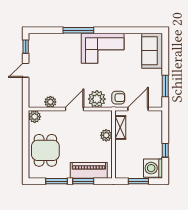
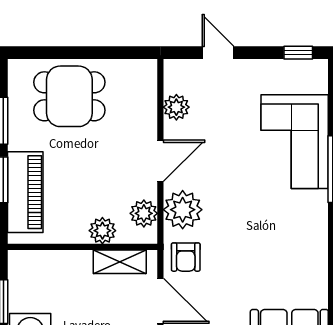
corner sofa: (103, 48) -> (295, 142), moved
door: (26, 70) -> (218, 53), moved
door: (75, 109) -> (160, 161), hinge flipped
plant: (35, 117) -> (144, 213), moved

